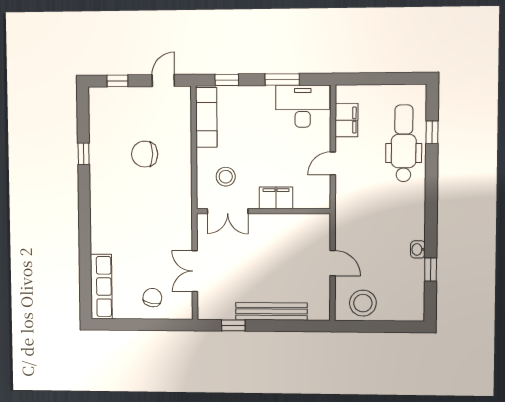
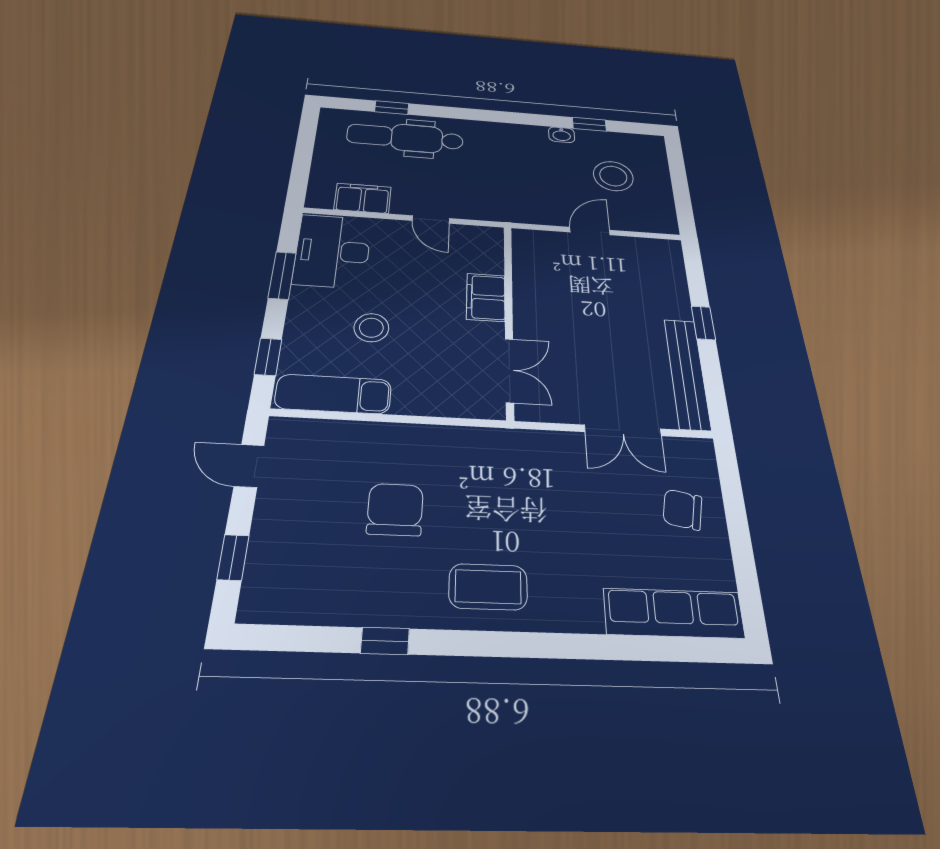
chair: (145, 154) -> (395, 509), turned 180
stool: (226, 177) -> (371, 328), moved
coffee table: (110, 200) -> (488, 587), added
stool: (363, 303) -> (613, 176), moved
bench: (271, 311) -> (687, 373), moved
window: (233, 325) -> (703, 323), moved

